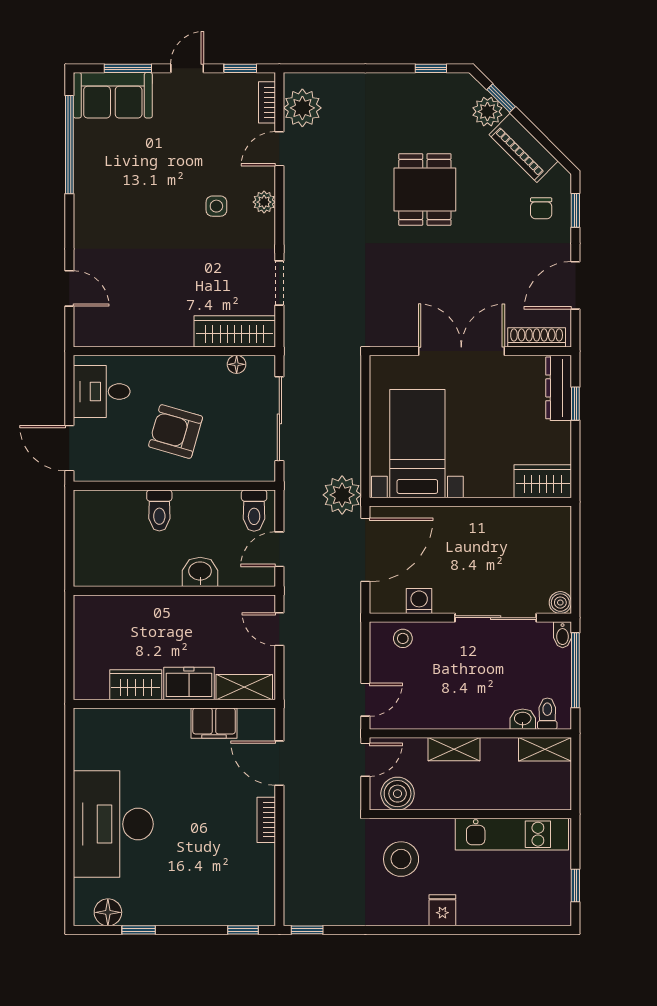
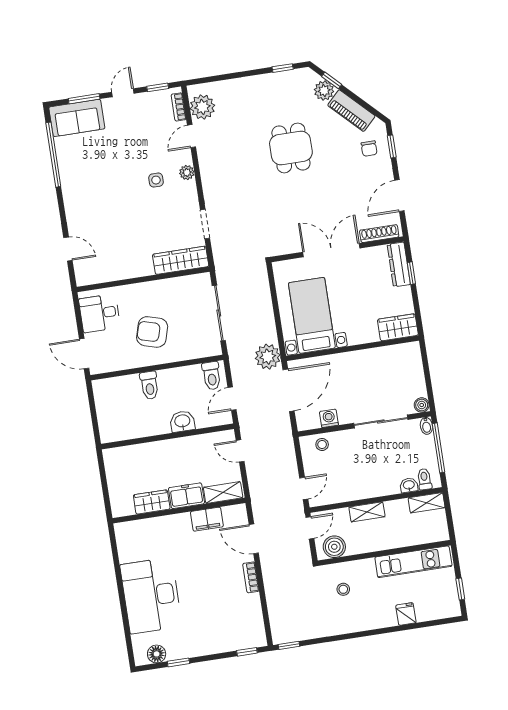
floor lamp: (237, 364) -> (185, 282), removed
stool: (401, 859) -> (343, 589), width x0.53, depth x0.53
fridge: (442, 910) -> (406, 614), moved

